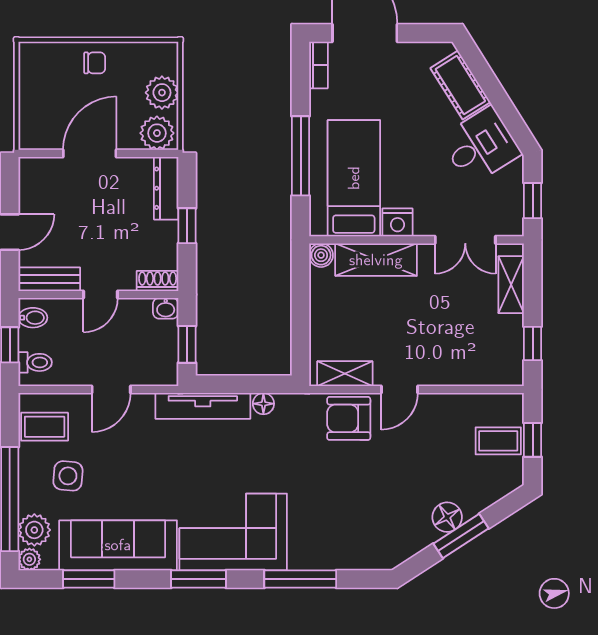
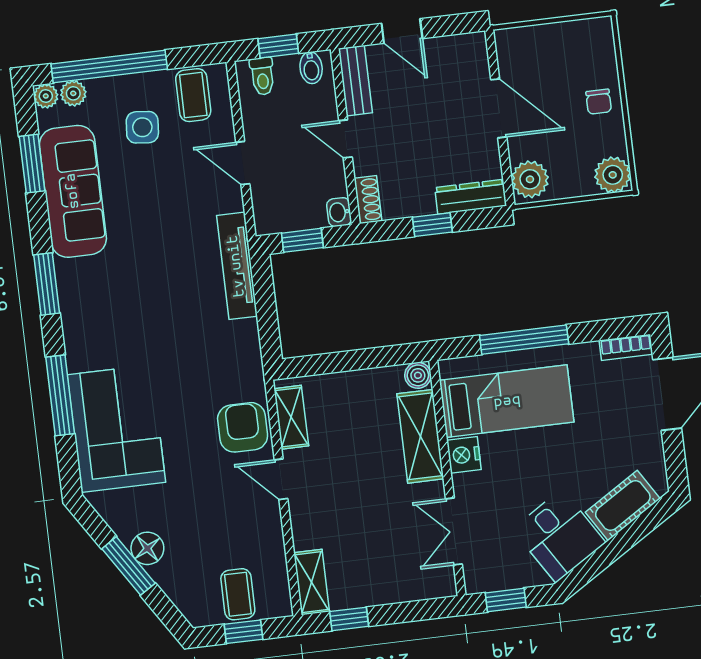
plant: (162, 93) -> (613, 175), moved
shelving: (511, 285) -> (312, 582), moved, turned 90
floor lamp: (263, 404) -> (247, 332), removed
plant: (34, 530) -> (73, 93), width x0.73, depth x0.73
corner sofa: (233, 532) -> (116, 429), moved

